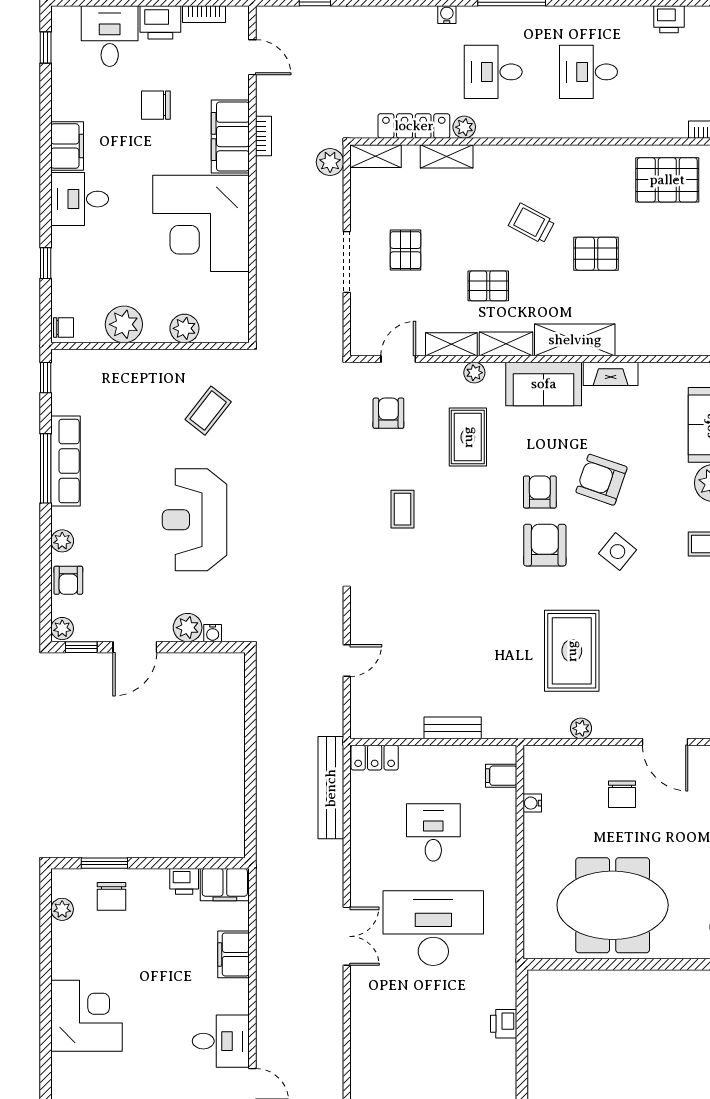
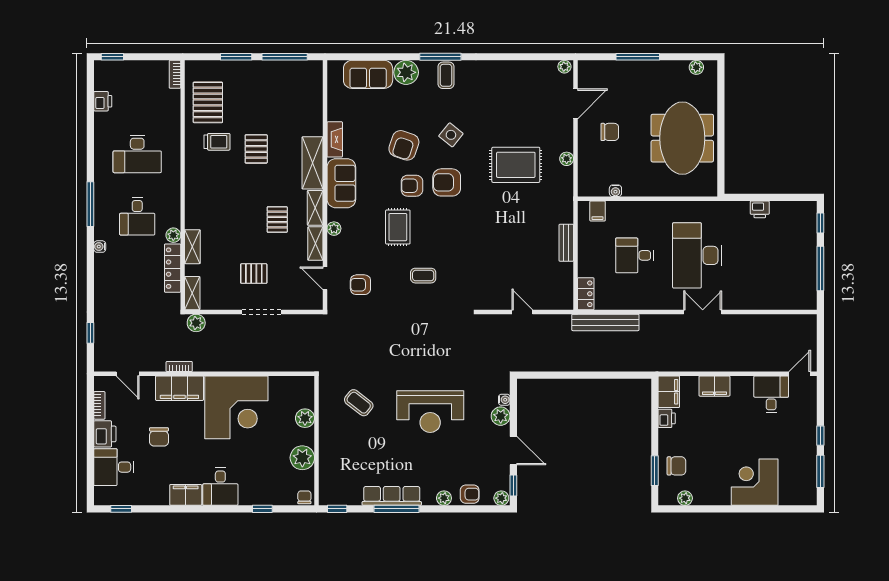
door: (252, 57) -> (128, 374), swing flipped
desk: (588, 72) -> (137, 154), width x1.37
trolley: (532, 223) -> (217, 142), moved, turned -118
rug: (468, 437) -> (398, 227), moved, turned 90

